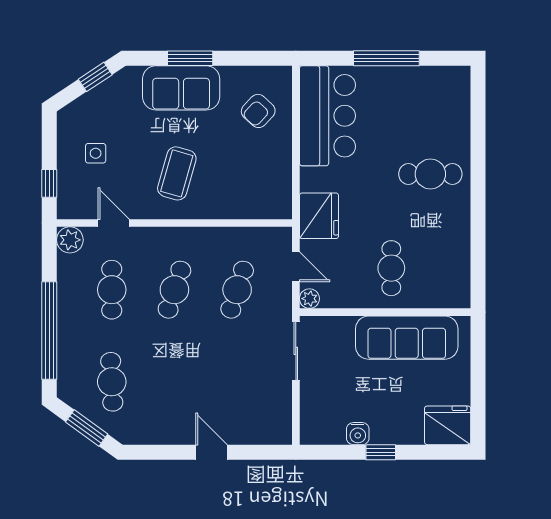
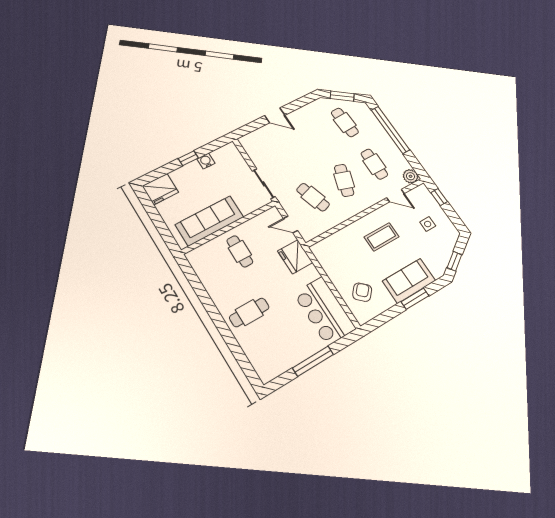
coffee table: (177, 173) -> (382, 237), turned 74
cafe table: (237, 290) -> (313, 197), turned -36
plant: (309, 299) -> (273, 213), removed

